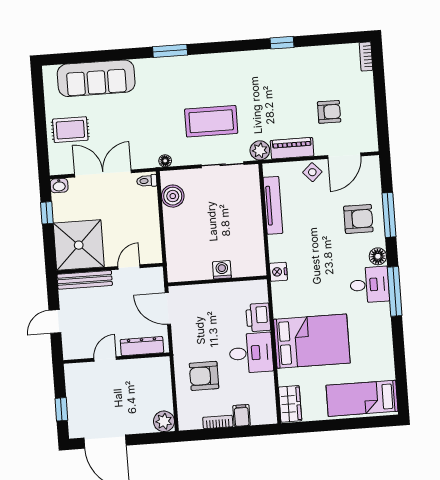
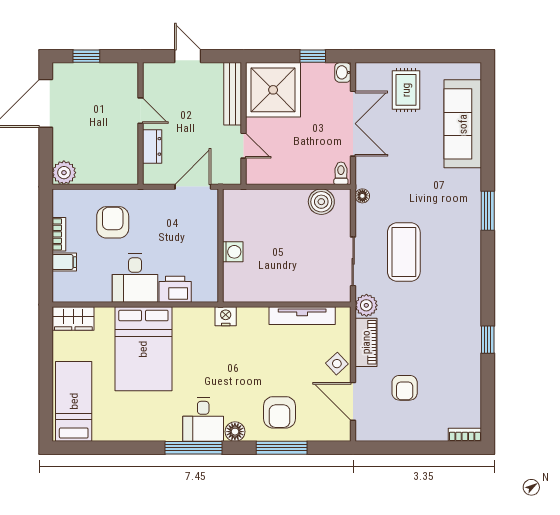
dresser: (142, 346) -> (152, 146), width x0.70

